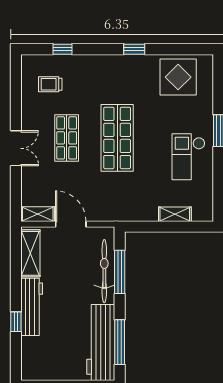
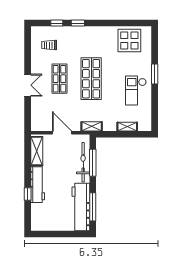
window: (134, 49) -> (78, 23), moved
shelving: (38, 214) -> (92, 126), moved

